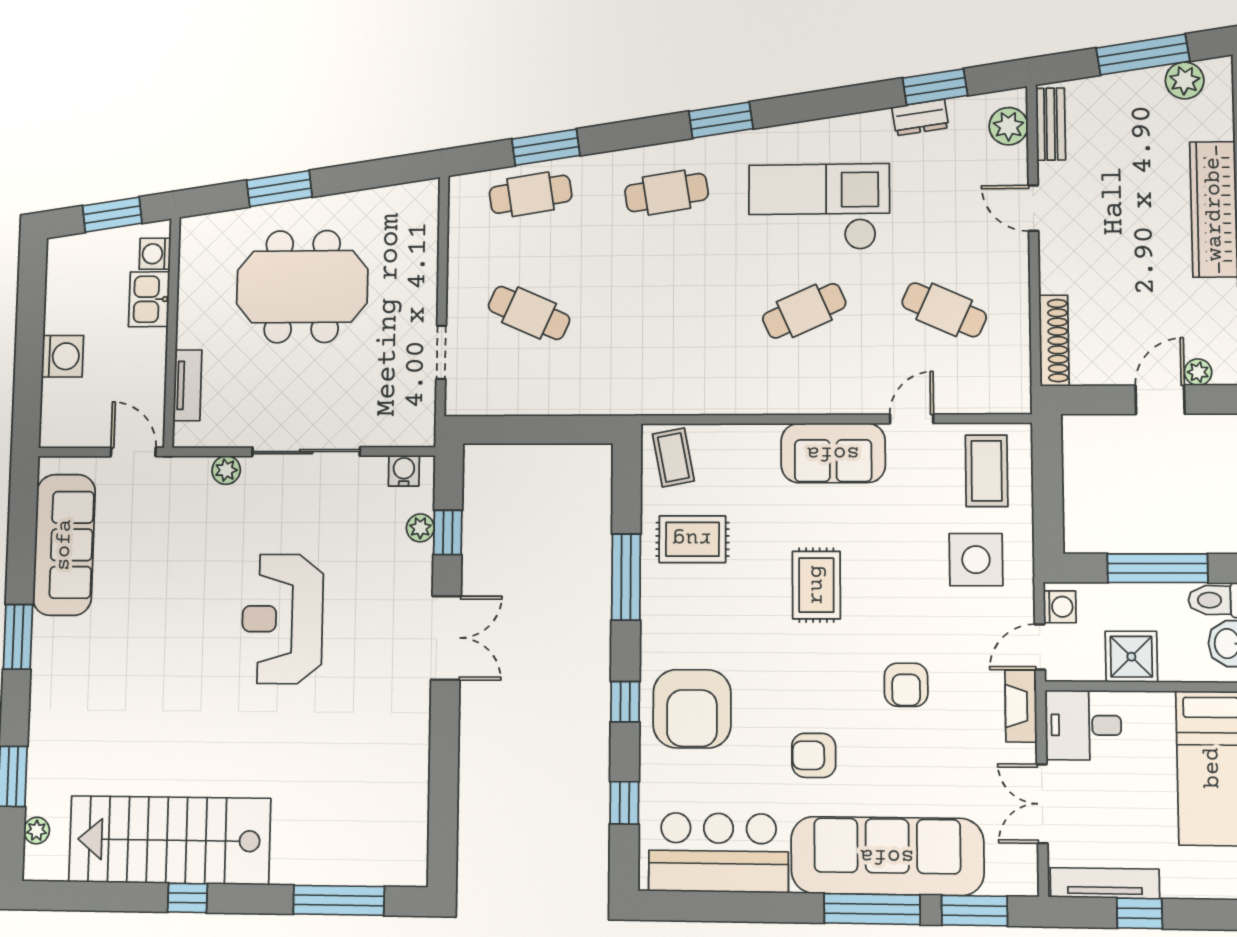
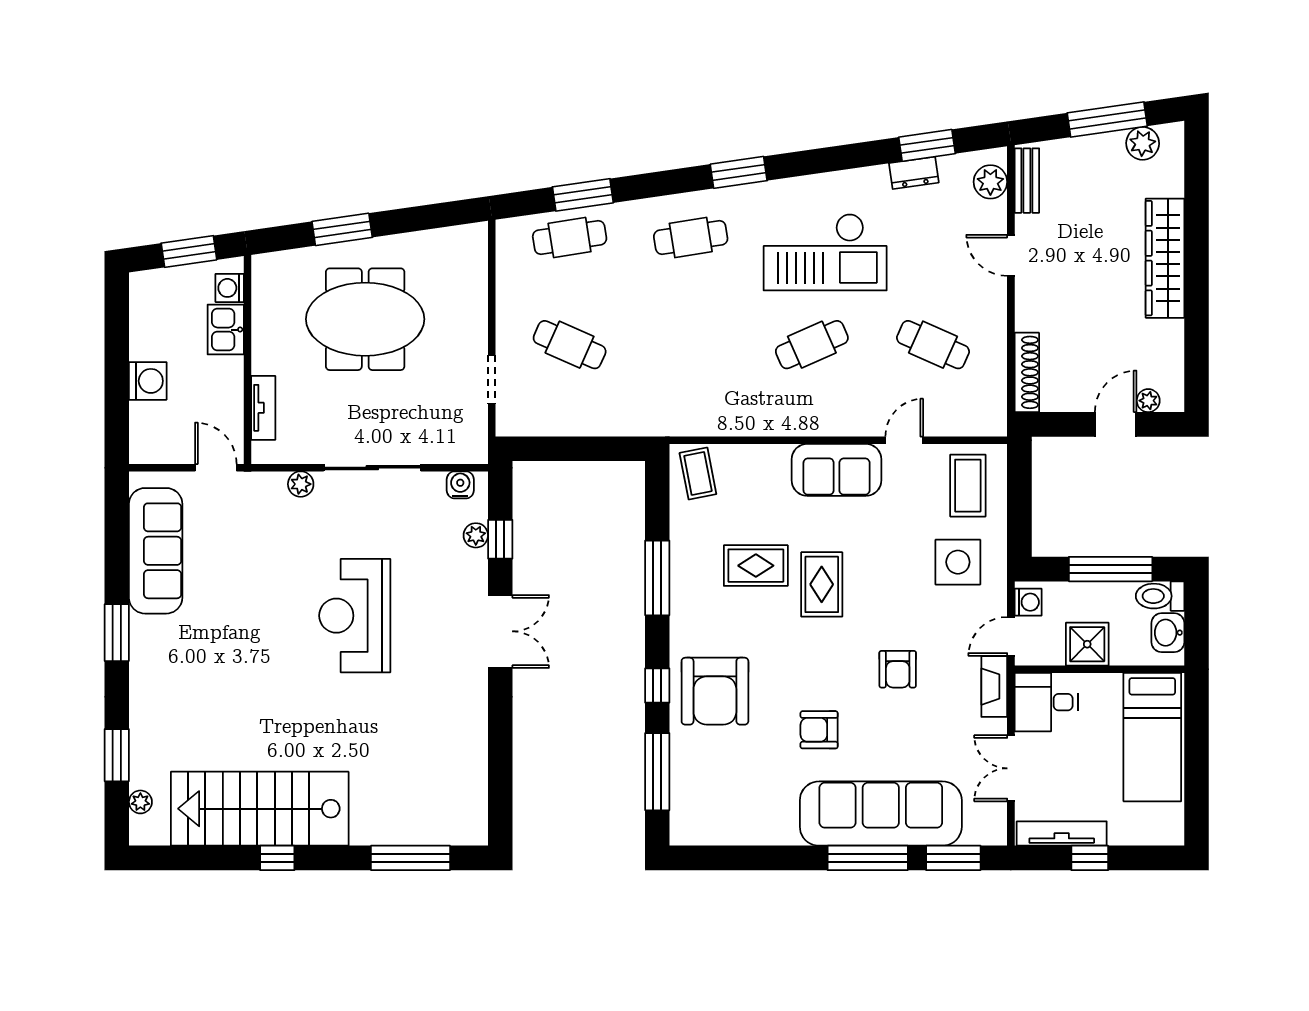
checkout: (819, 207) -> (825, 252), turned 180
rug: (692, 539) -> (756, 566), moved
window: (624, 803) -> (657, 772), width x2.17
bar counter: (718, 853) -> (738, 813), removed

